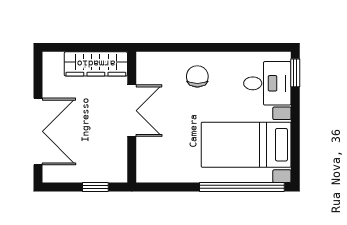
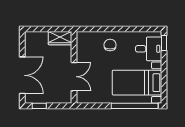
wardrobe: (96, 64) -> (60, 38), width x0.67
double door: (132, 111) -> (74, 77), moved
window: (95, 187) -> (39, 106), moved

